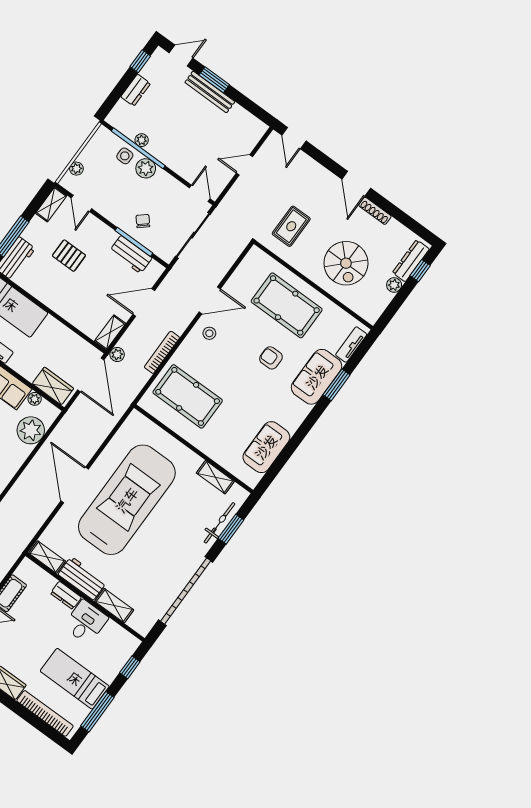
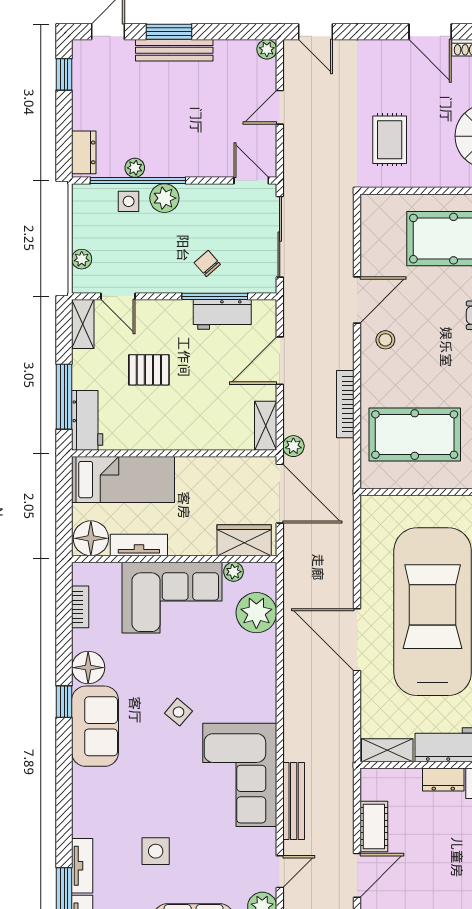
dresser: (136, 90) -> (84, 152), moved
plant: (260, 128) -> (267, 49), added

